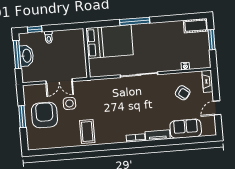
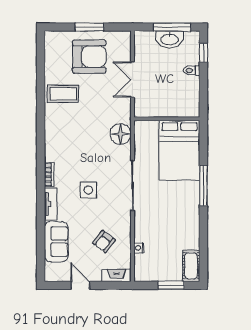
floor lamp: (101, 87) -> (121, 134), added
side table: (69, 103) -> (88, 190), moved
coffee table: (87, 131) -> (63, 94), moved

